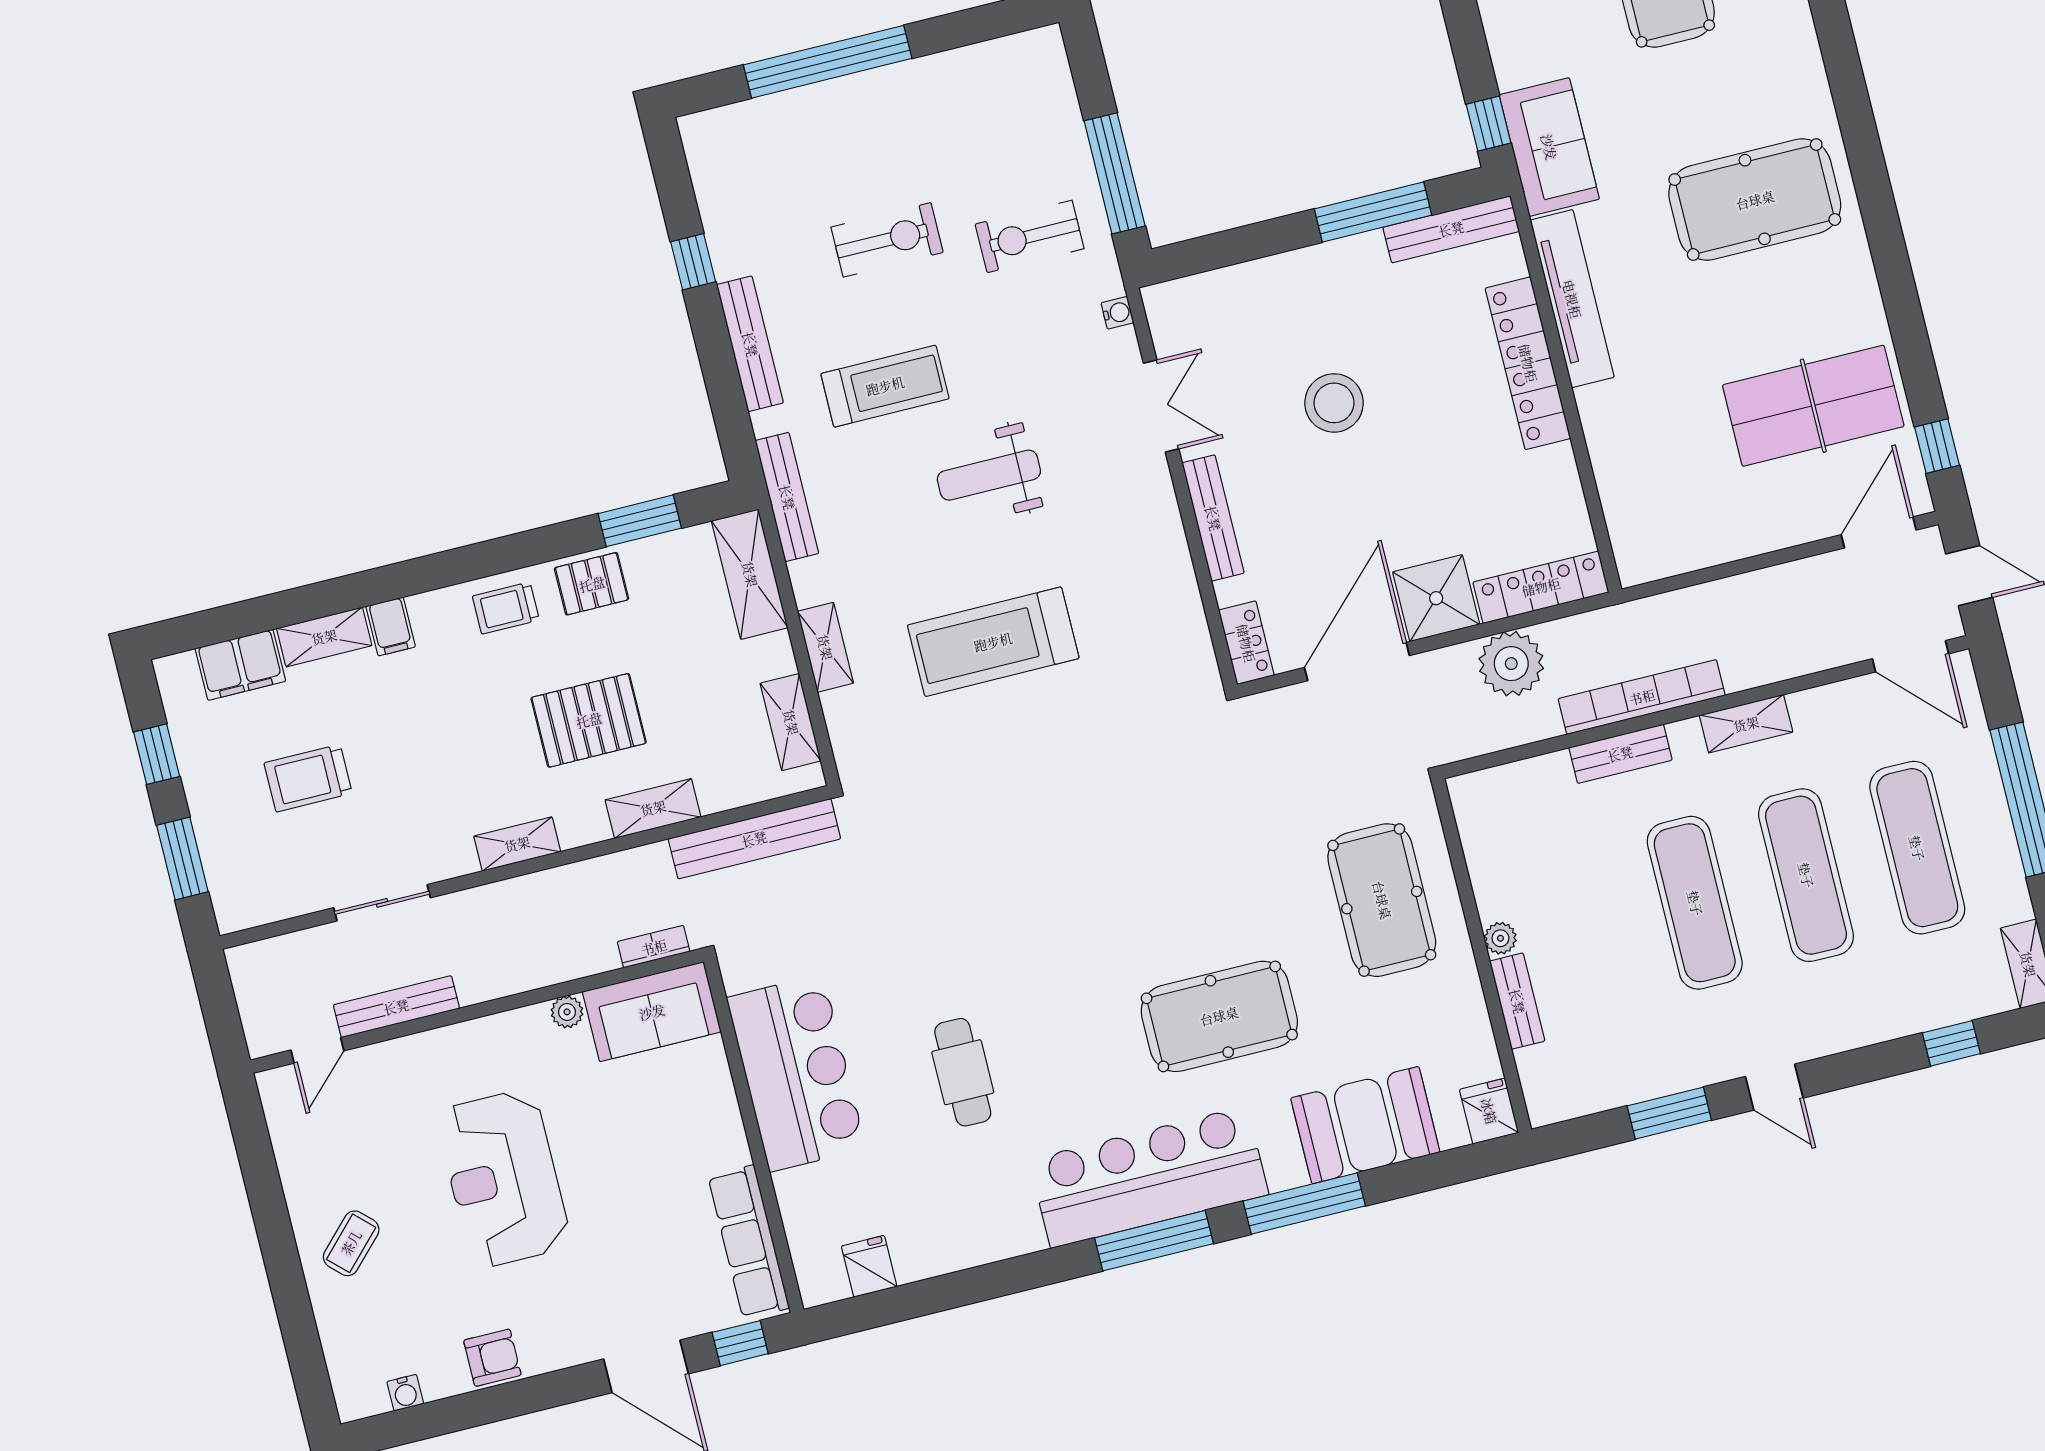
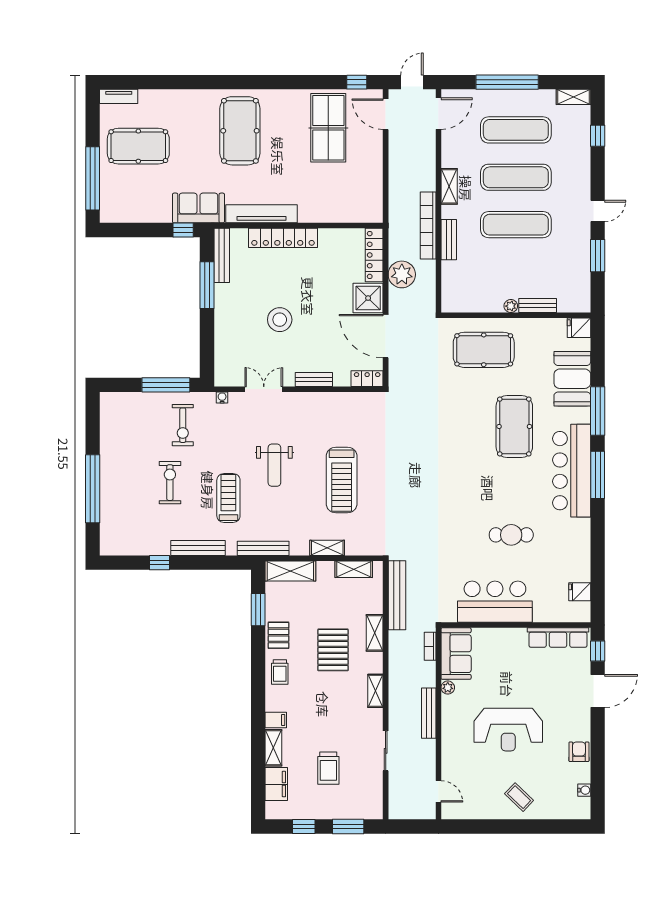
bench: (1213, 518) -> (314, 380), width x0.73
bench: (396, 1007) -> (429, 713), moved

